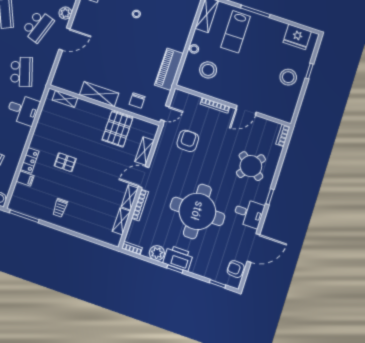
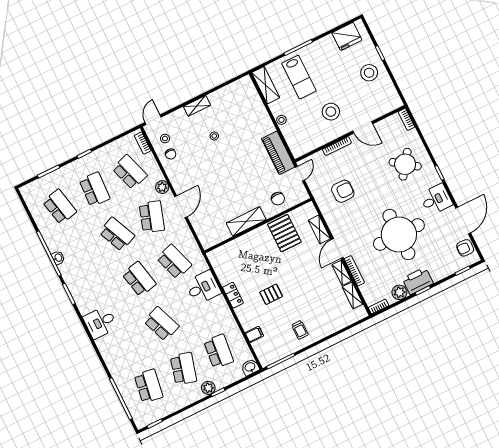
stool: (208, 70) -> (331, 112), moved
shelving: (65, 99) -> (225, 250), removed
door: (246, 110) -> (363, 127), hinge flipped
door: (165, 113) -> (300, 174), moved
armchair: (188, 141) -> (343, 191), turned 90
locker: (30, 160) -> (233, 295), moved

